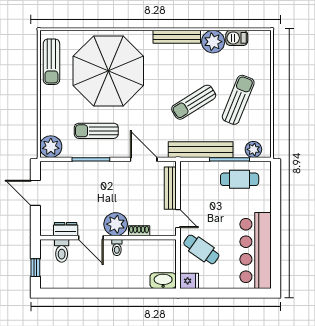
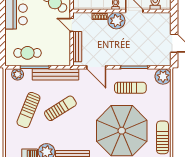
dresser: (66, 229) -> (152, 17), removed

